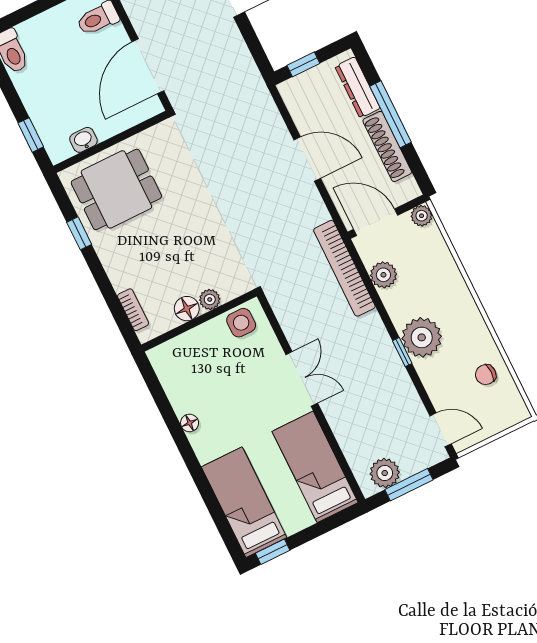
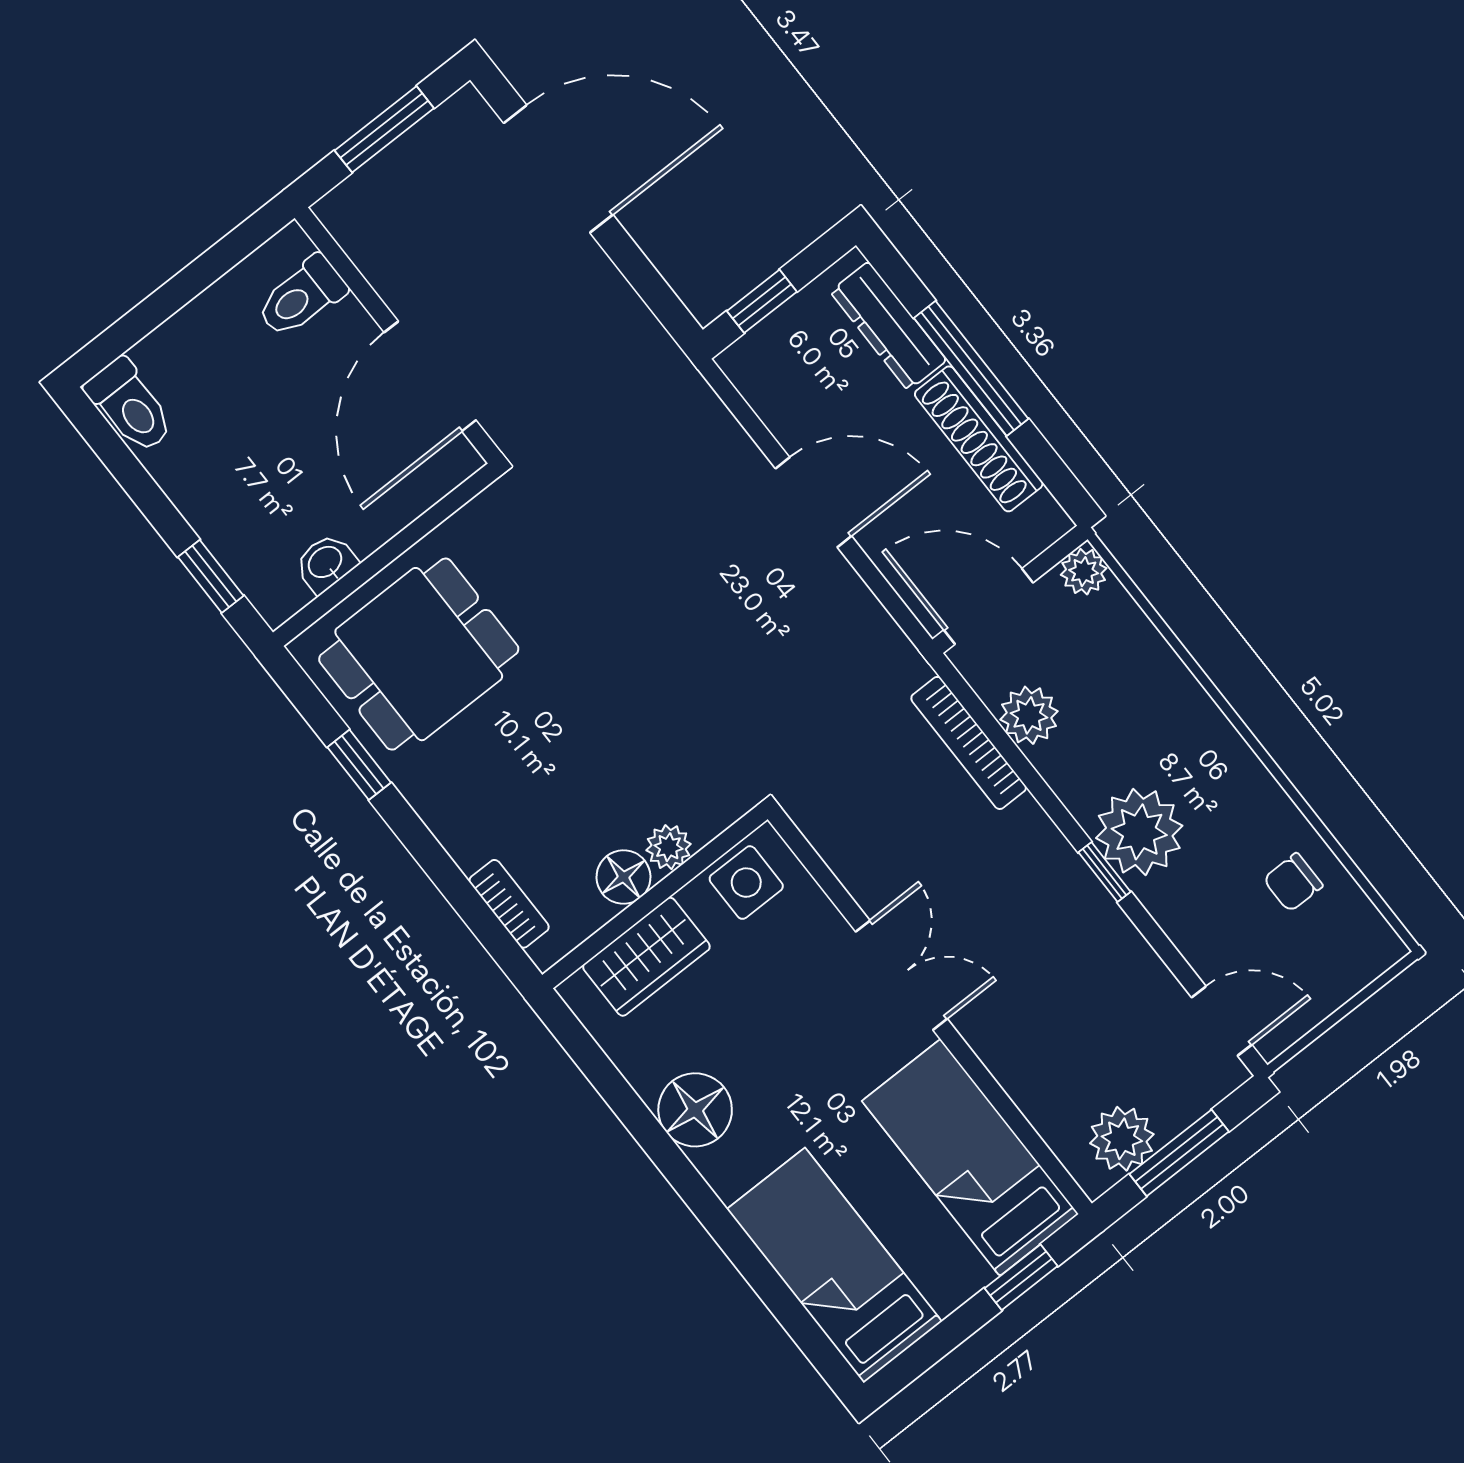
bookcase: (344, 268) -> (969, 743), width x0.68, depth x0.76
wardrobe: (189, 346) -> (646, 957), added
floor lamp: (190, 423) -> (695, 1110), width x1.89, depth x1.89
window: (273, 552) -> (1021, 1277), moved

